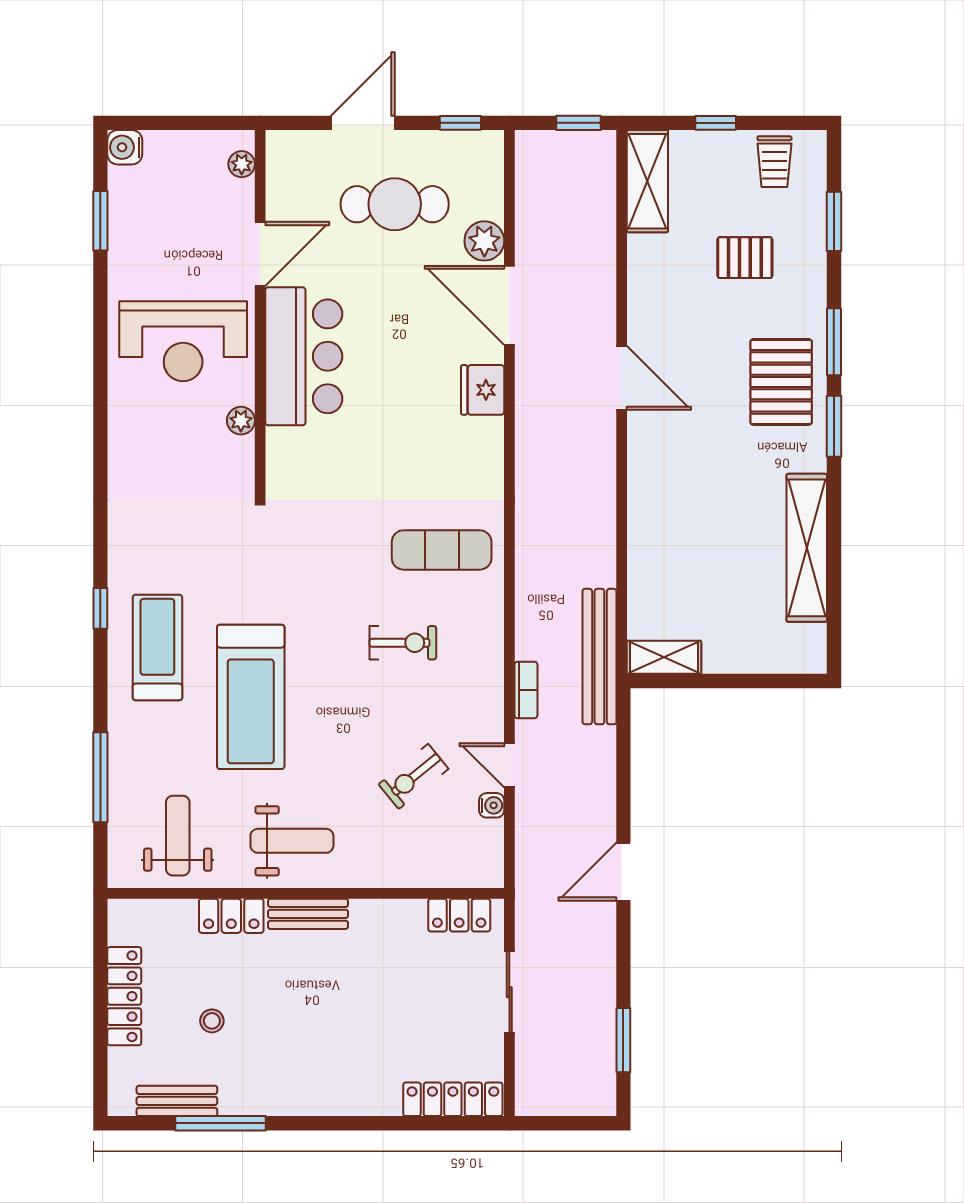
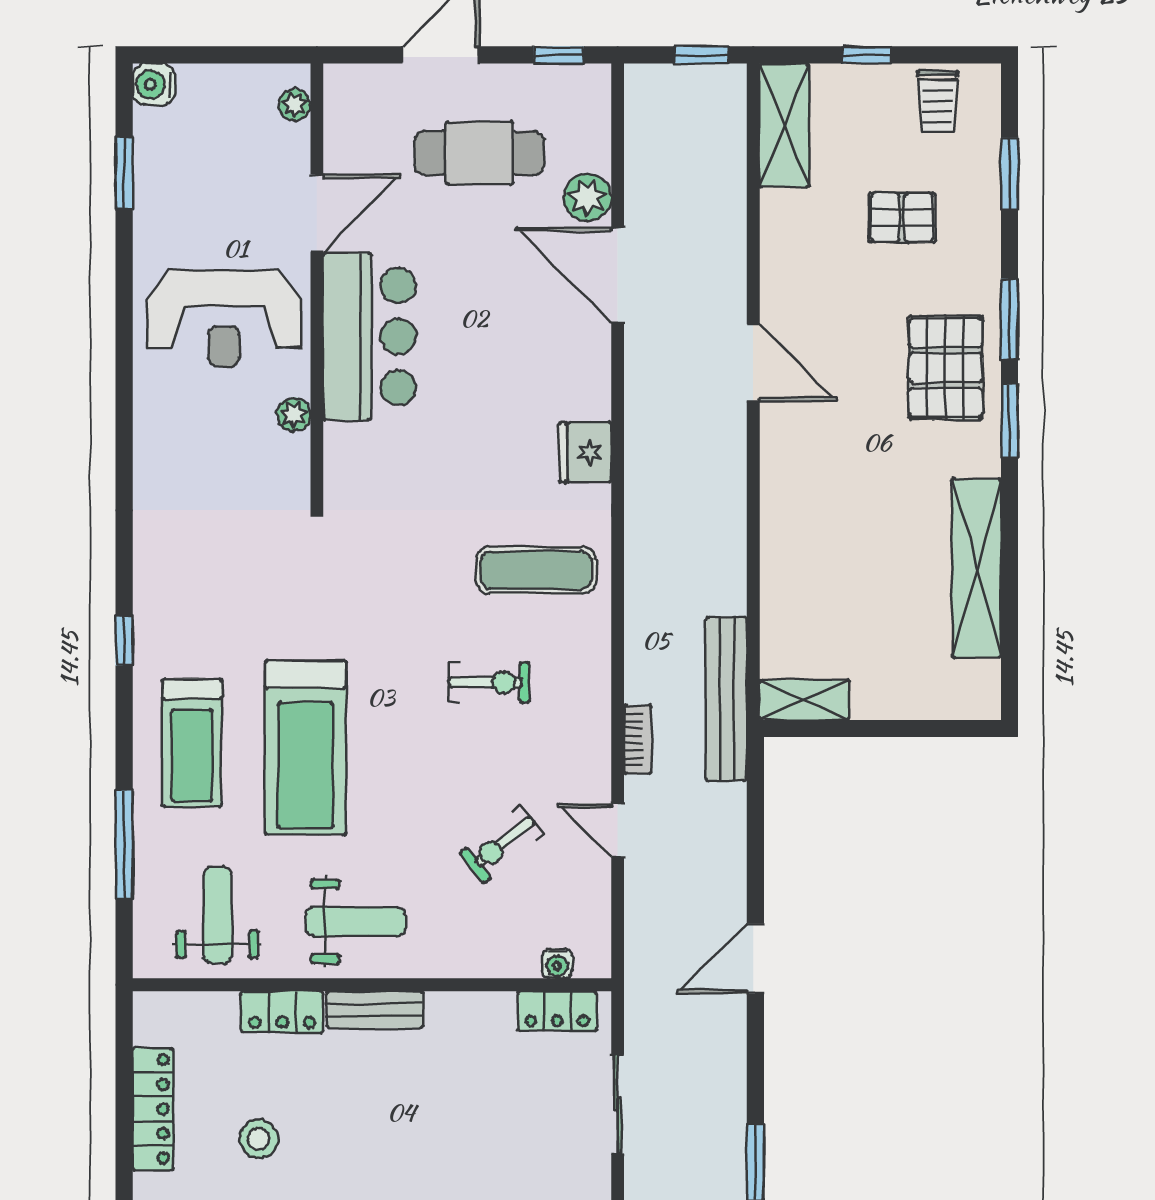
fridge: (483, 390) -> (585, 452), moved
treadmill: (157, 647) -> (192, 743), moved, turned 180
water cooler: (492, 805) -> (557, 963), moved, turned 90
stool: (212, 1021) -> (259, 1139), width x1.37, depth x1.37

